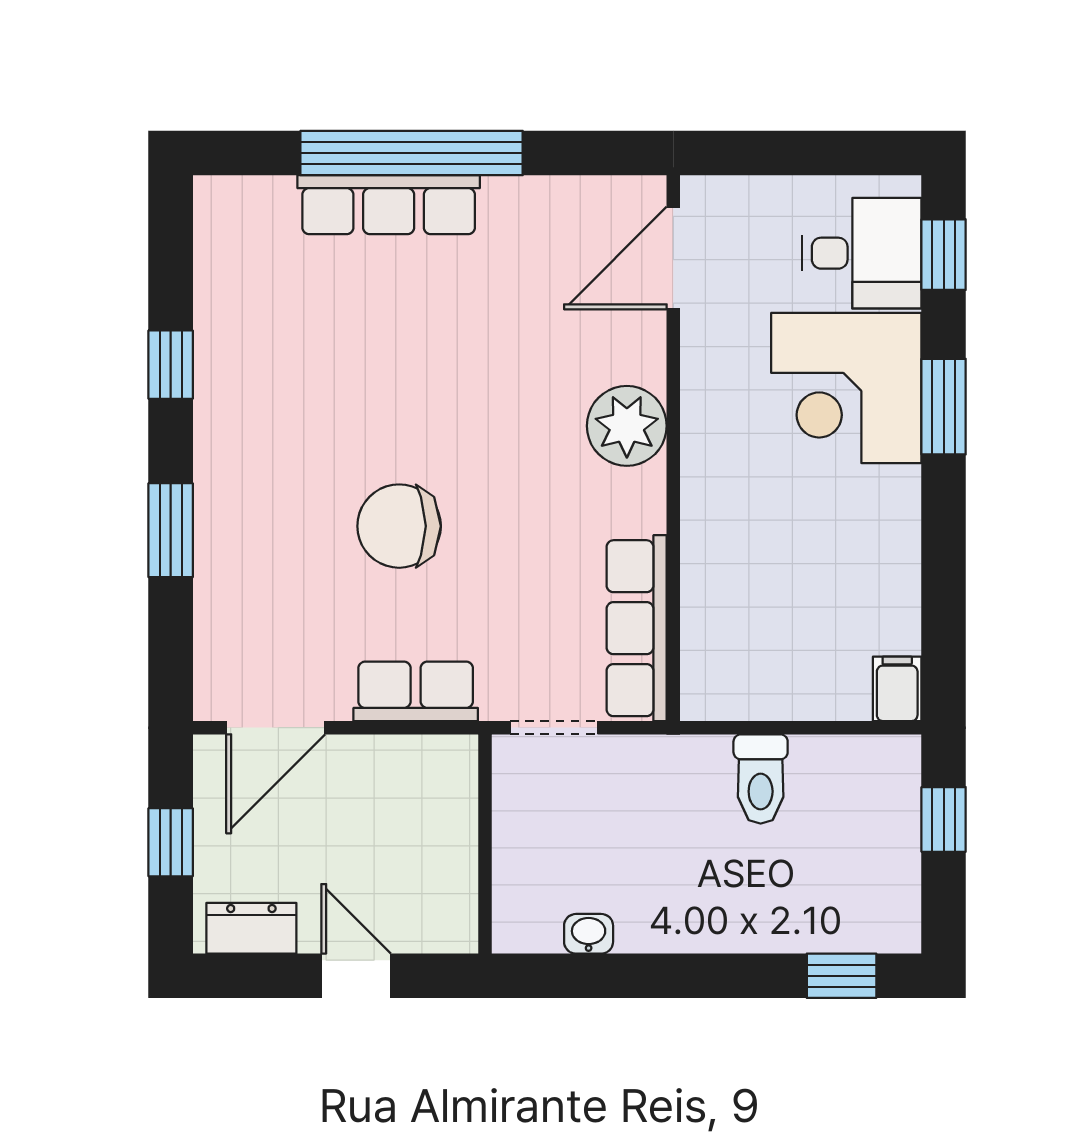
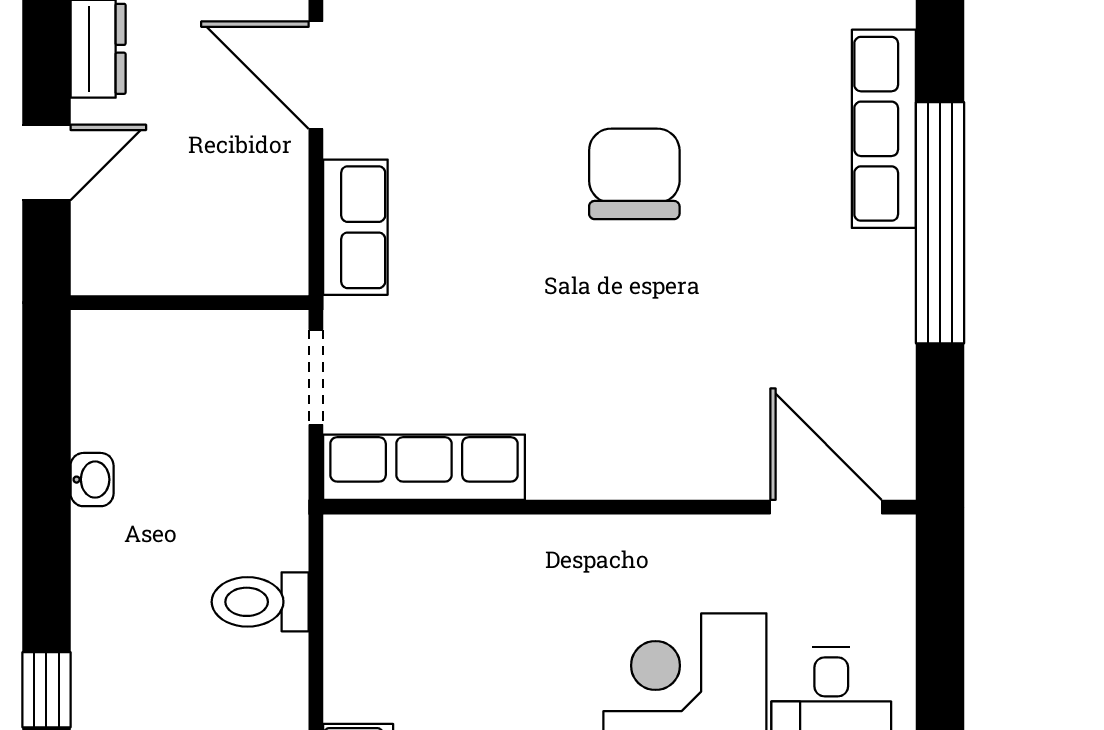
row of seats: (389, 205) -> (884, 129), moved
plant: (627, 426) -> (644, 456), removed
chair: (399, 526) -> (634, 174), moved
washbasin: (589, 934) -> (92, 480), moved

